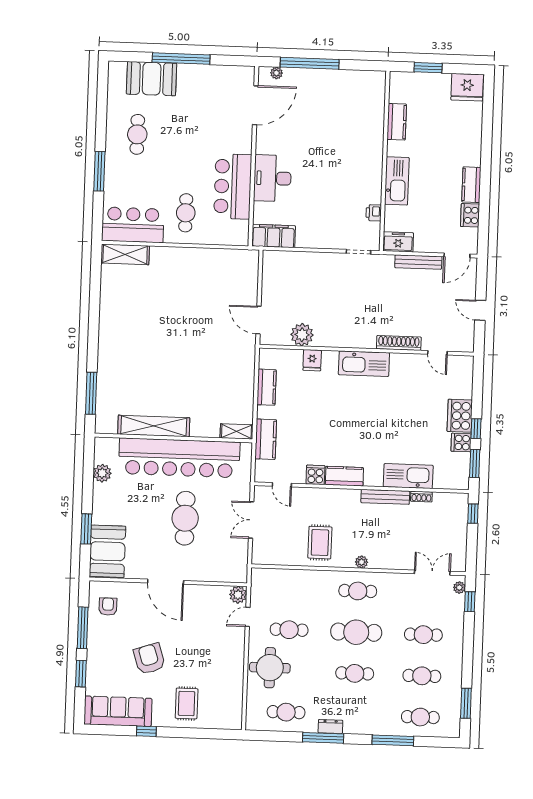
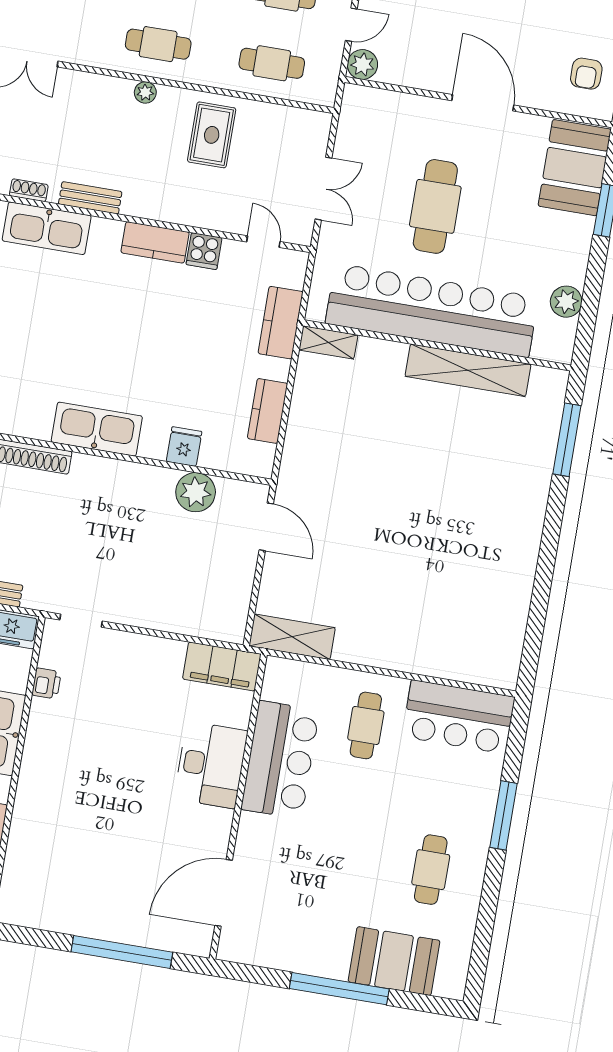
plant: (276, 73) -> (180, 943), removed
shelving: (125, 254) -> (292, 637), moved
bench: (385, 497) -> (90, 198), width x0.73
cafe table: (291, 589) -> (272, 63), added

